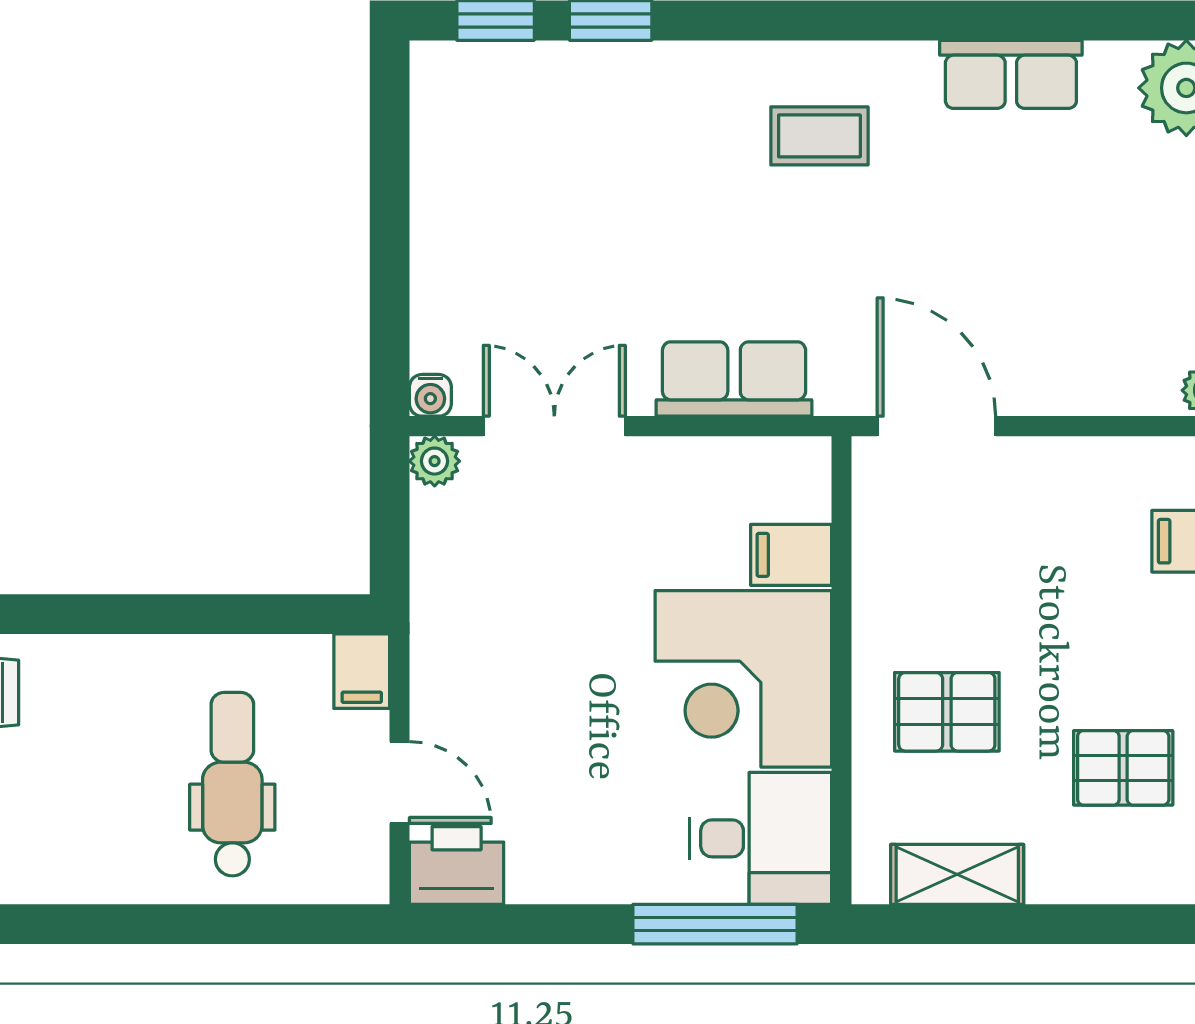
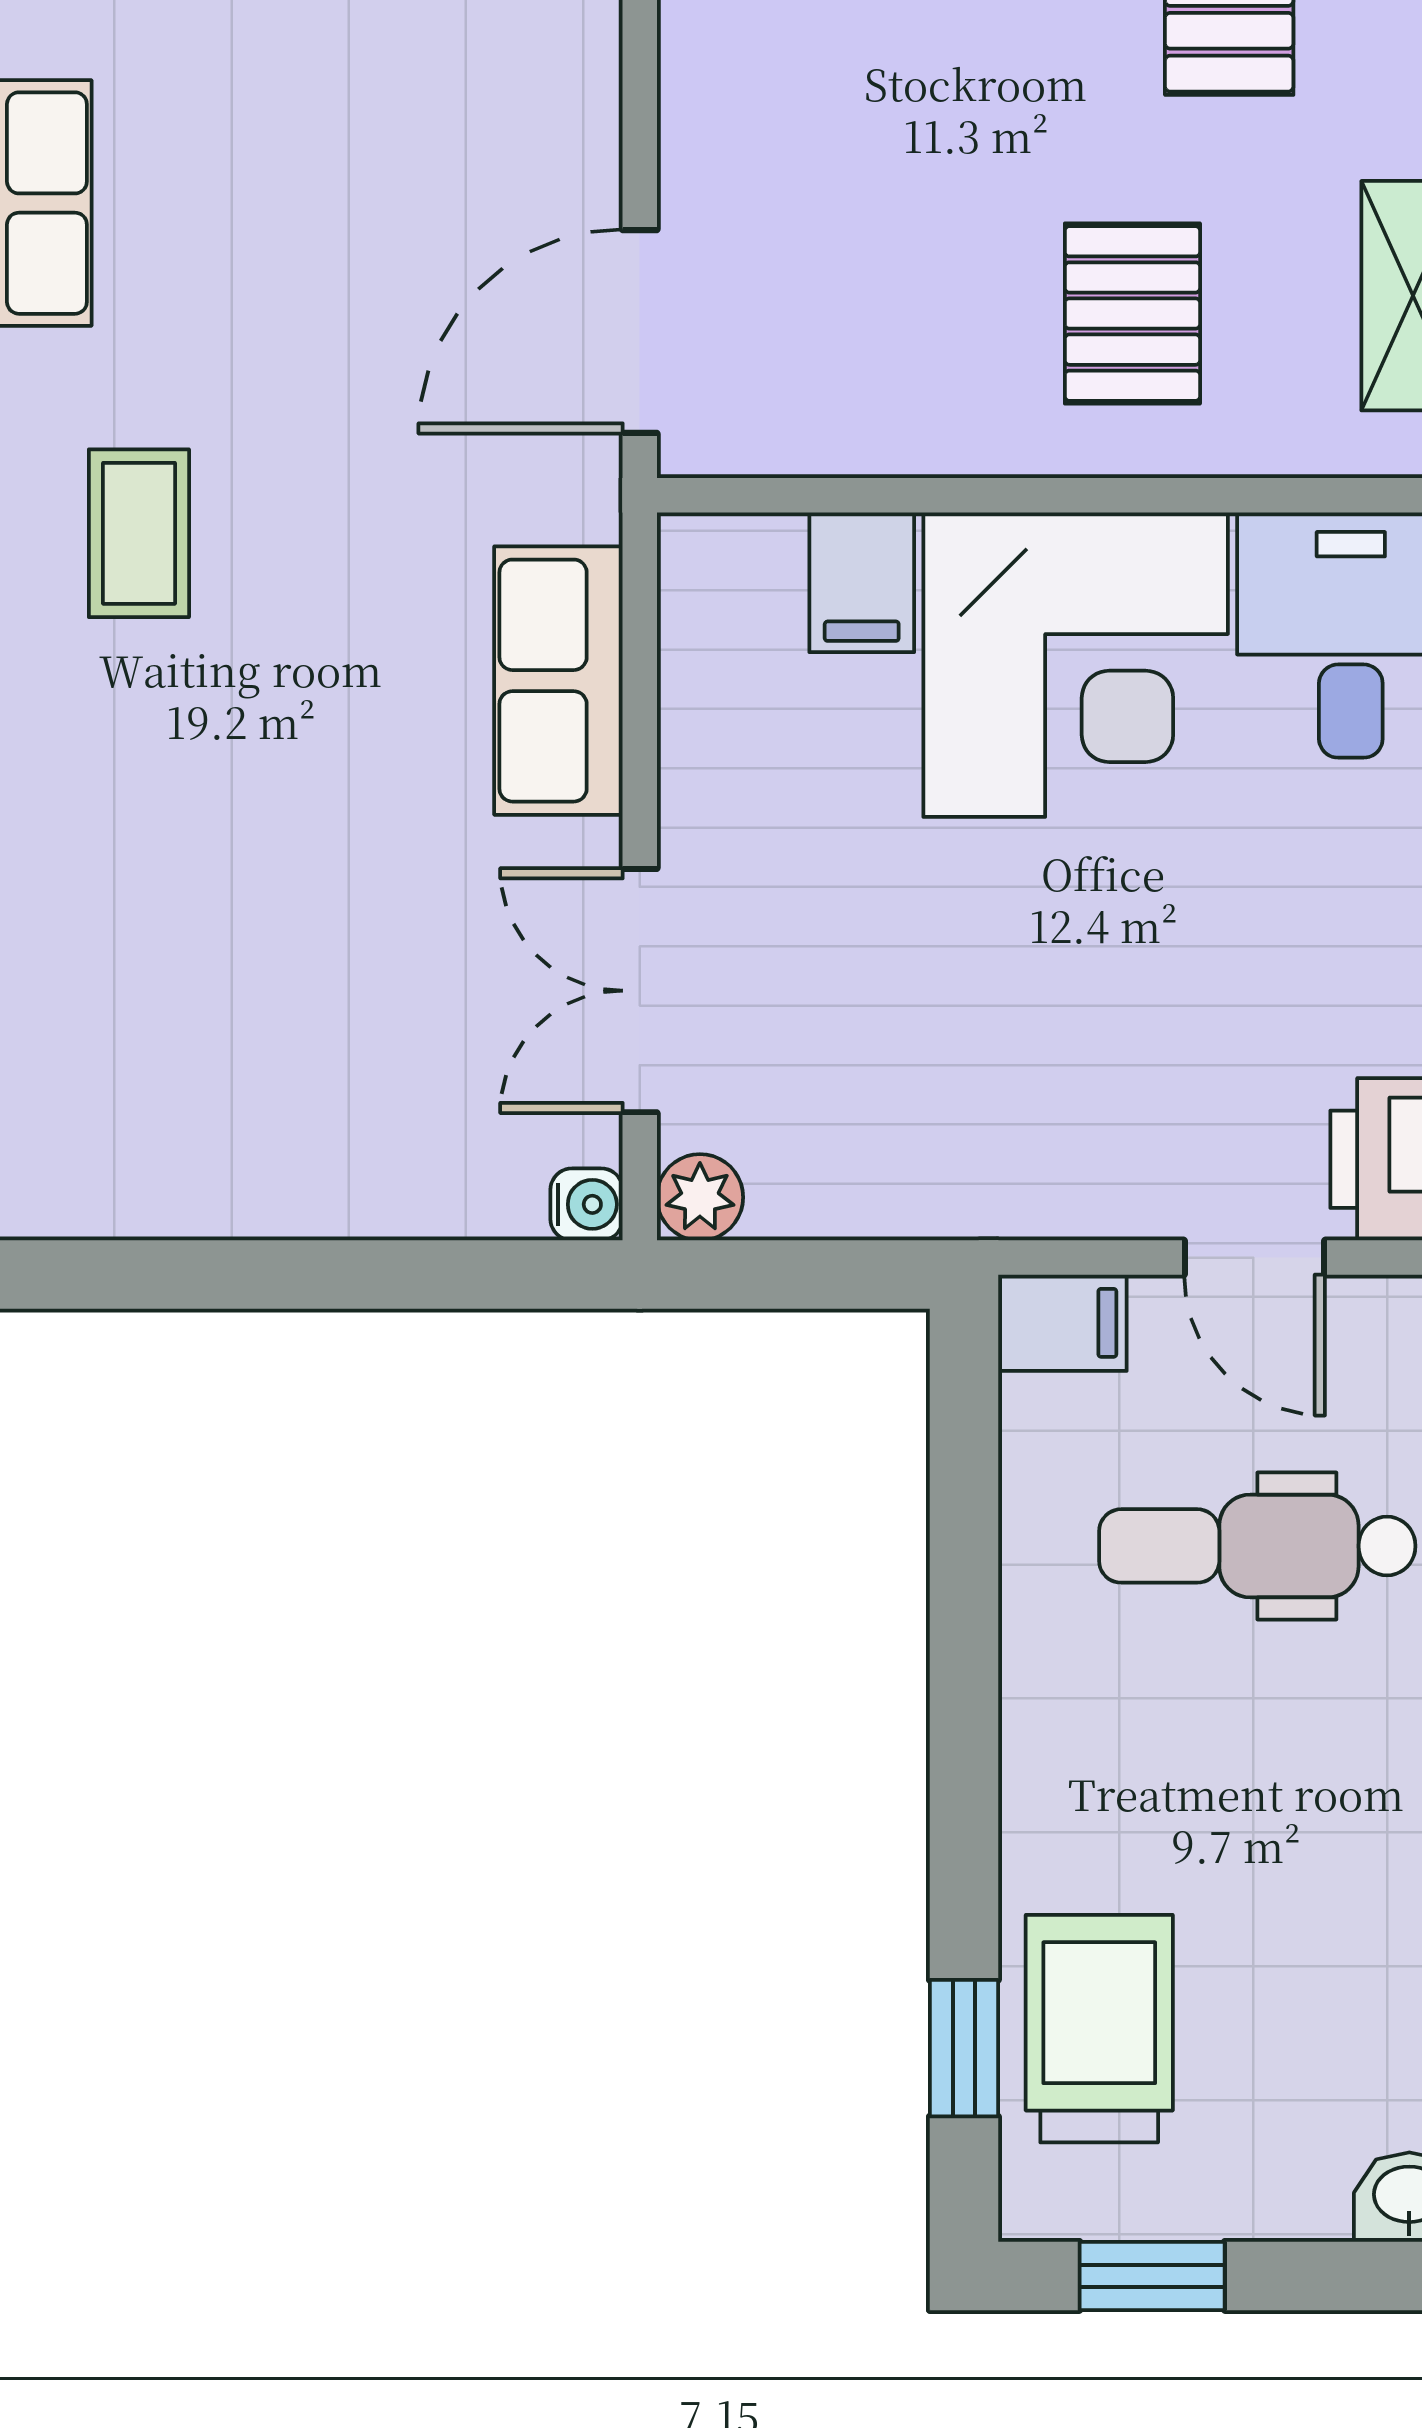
door: (400, 783) -> (1255, 1258), swing flipped

